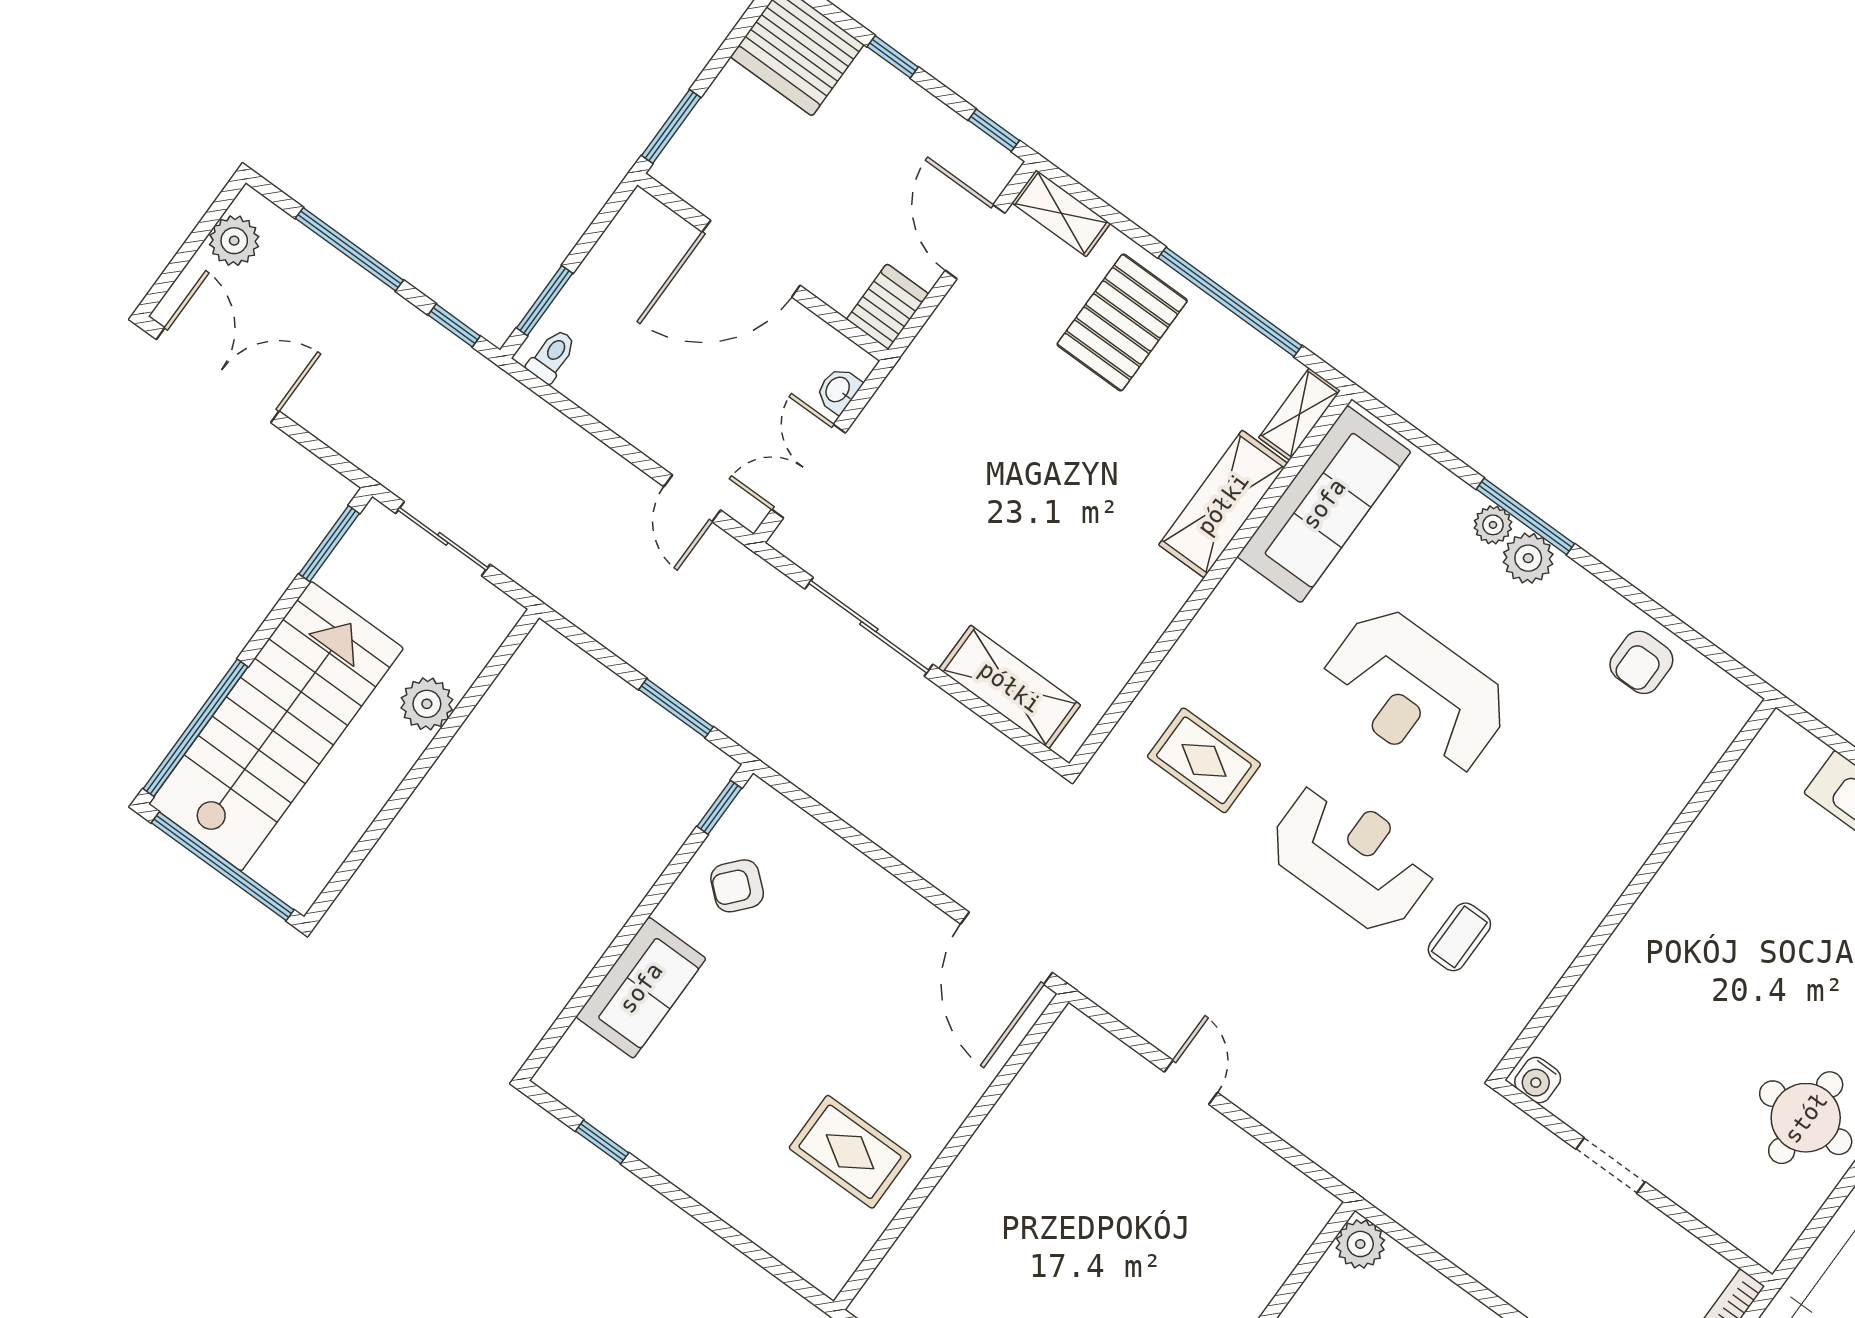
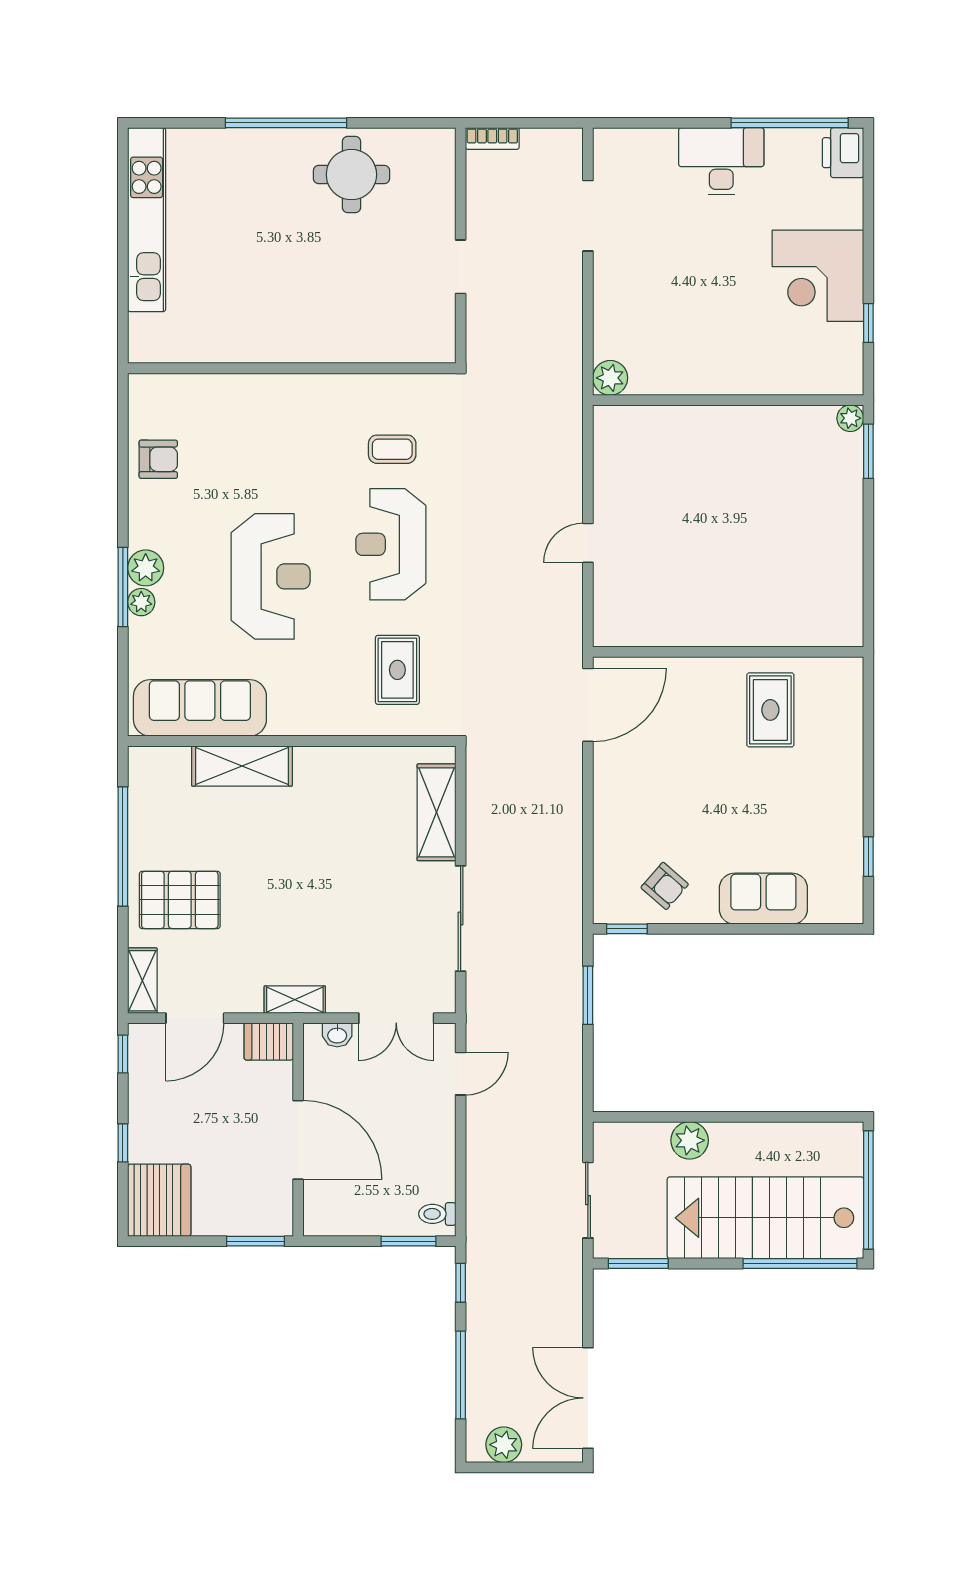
shelving: (1300, 414) -> (295, 1000), moved
water cooler: (1538, 1080) -> (442, 344), removed

